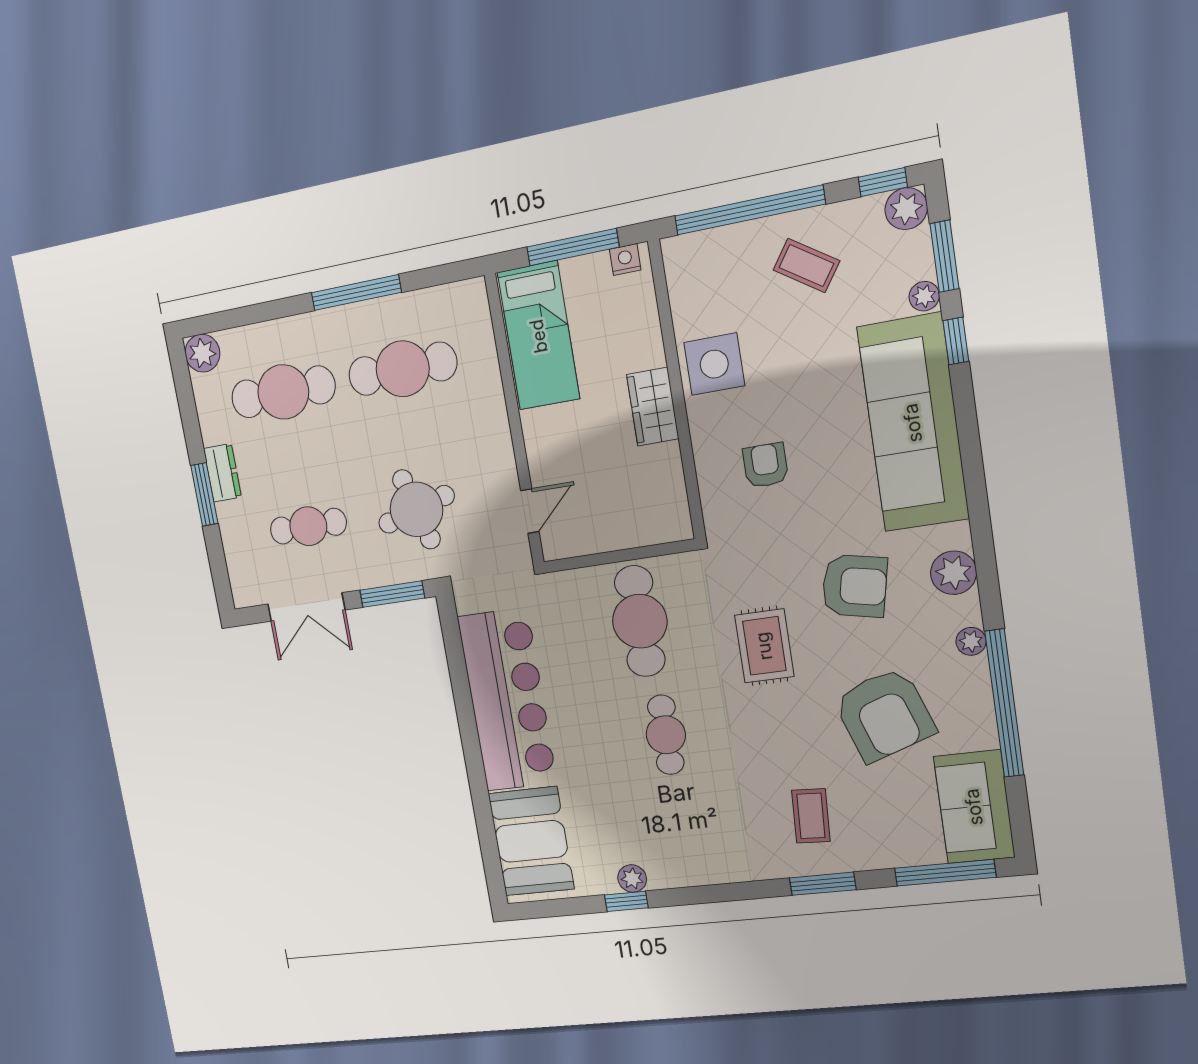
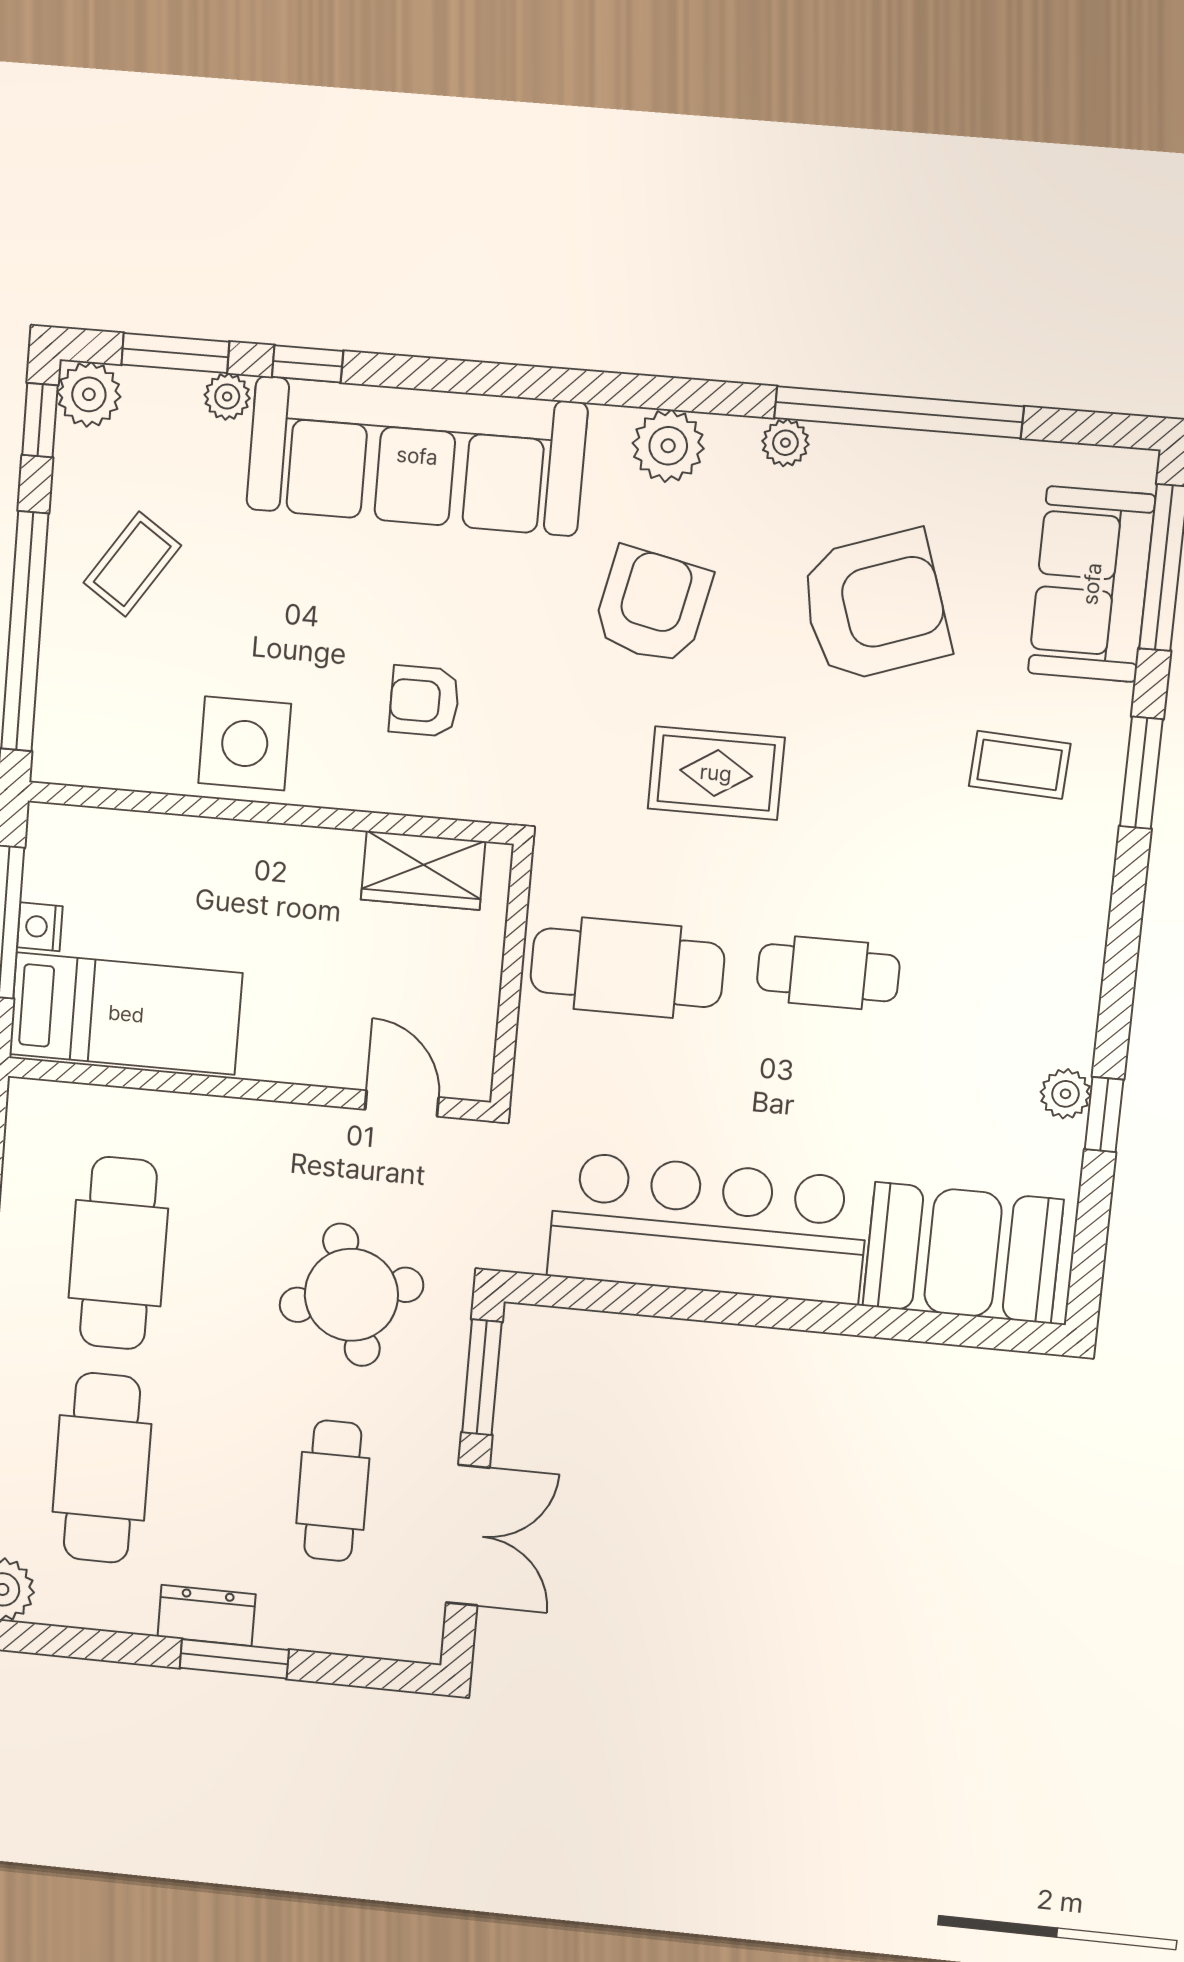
nightstand: (625, 260) -> (40, 927), moved
wardrobe: (653, 407) -> (423, 870), moved
sofa: (974, 807) -> (1092, 584), moved, turned 90

